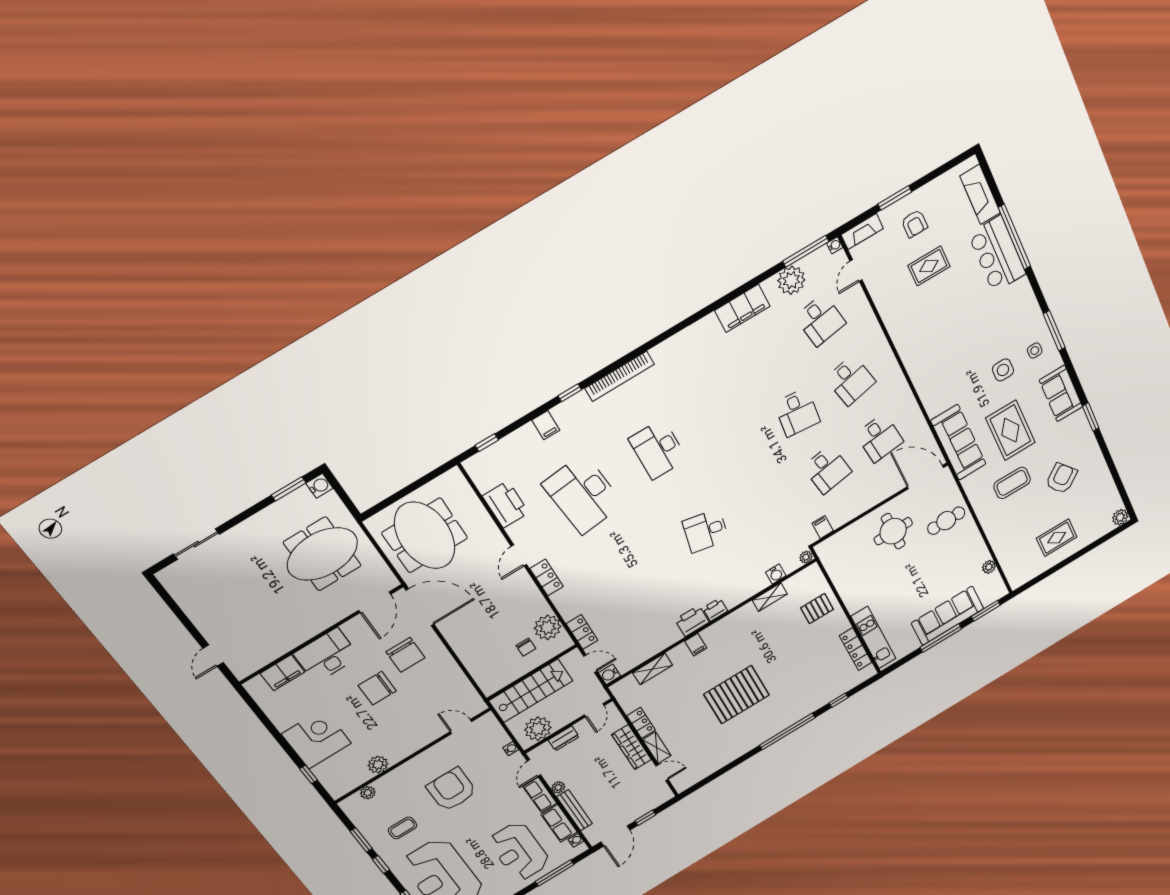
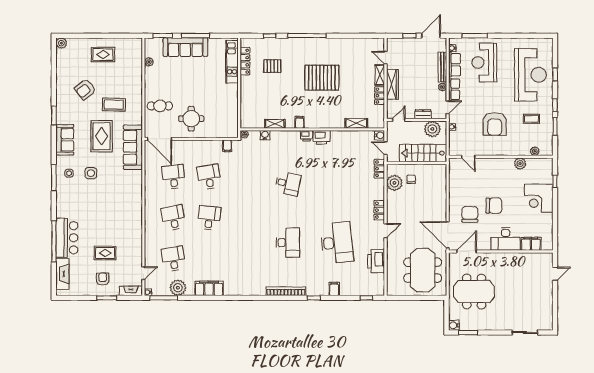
pallet: (817, 609) -> (272, 66), moved
filing cabinet: (696, 645) -> (300, 122), moved
reception desk: (519, 851) -> (484, 63), turned 180

